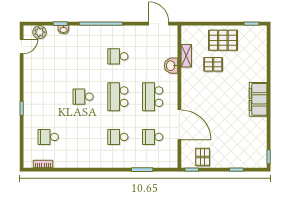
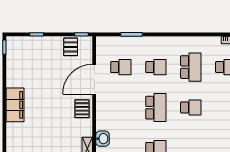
pallet: (213, 64) -> (82, 109), moved, turned 90
school desk: (153, 97) -> (191, 67), moved
door: (179, 125) -> (94, 79), hinge flipped

